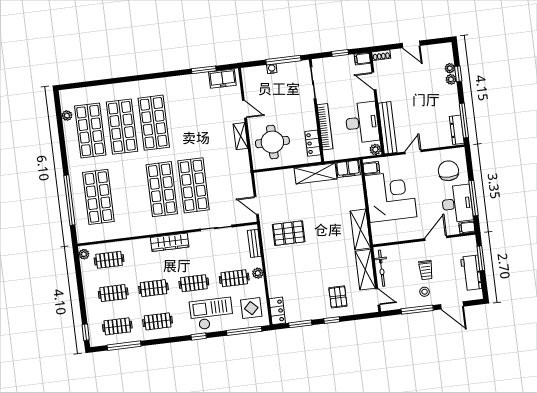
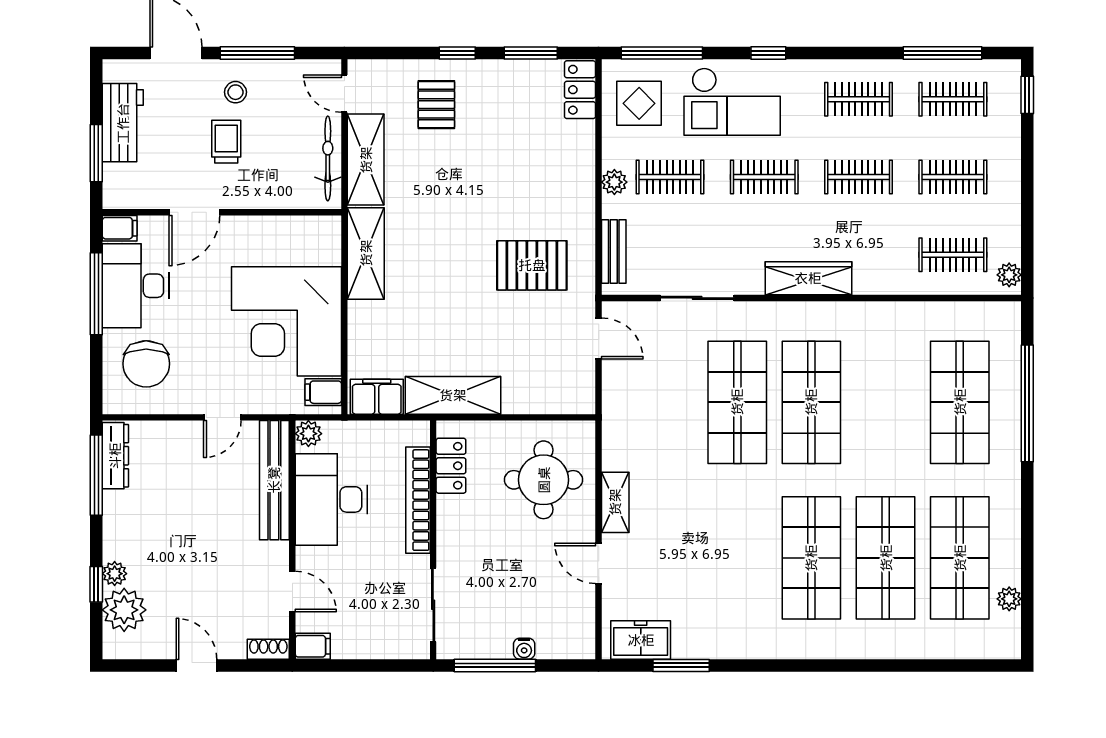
window: (340, 53) -> (362, 665), removed
plant: (450, 68) -> (124, 610), width x1.88, depth x1.88

